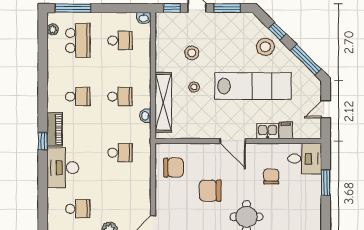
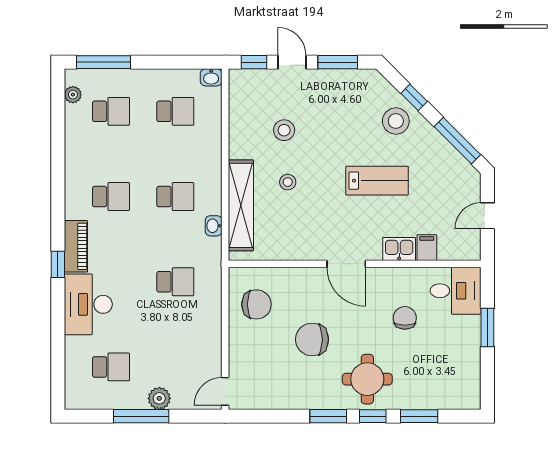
school desk: (78, 40) -> (111, 111), width x0.54
lab bench: (253, 86) -> (377, 181), width x0.54, depth x0.72

